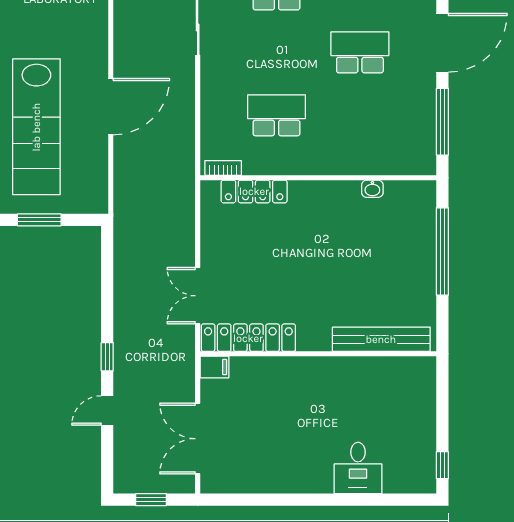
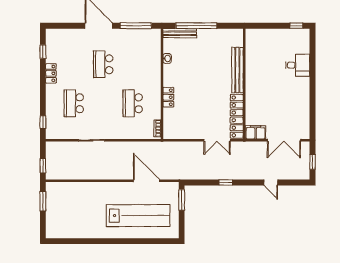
door: (111, 107) -> (146, 181), moved
locker: (254, 191) -> (168, 97), moved, width x0.66
bench: (426, 216) -> (180, 33), added
window: (39, 220) -> (182, 200), moved
bench: (381, 339) -> (237, 70), moved
window: (107, 357) -> (226, 182), moved
filing cabinet: (214, 367) -> (255, 132), width x2.00

